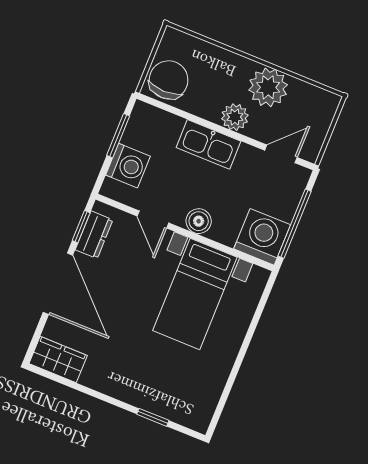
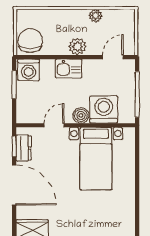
plant: (268, 87) -> (95, 16), width x0.53, depth x0.53
kitchen sink: (209, 144) -> (69, 69), width x0.73
washing machine: (128, 166) -> (29, 70), moved, turned 90
door: (153, 219) -> (54, 125), swing flipped
washing machine: (262, 237) -> (104, 110), moved

